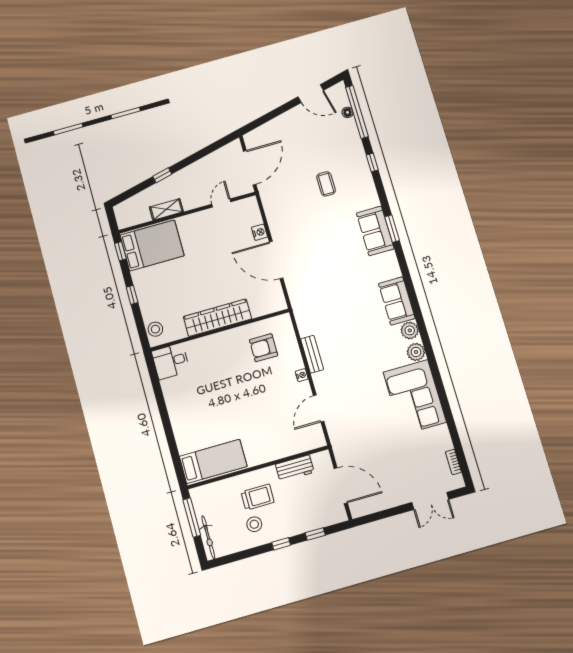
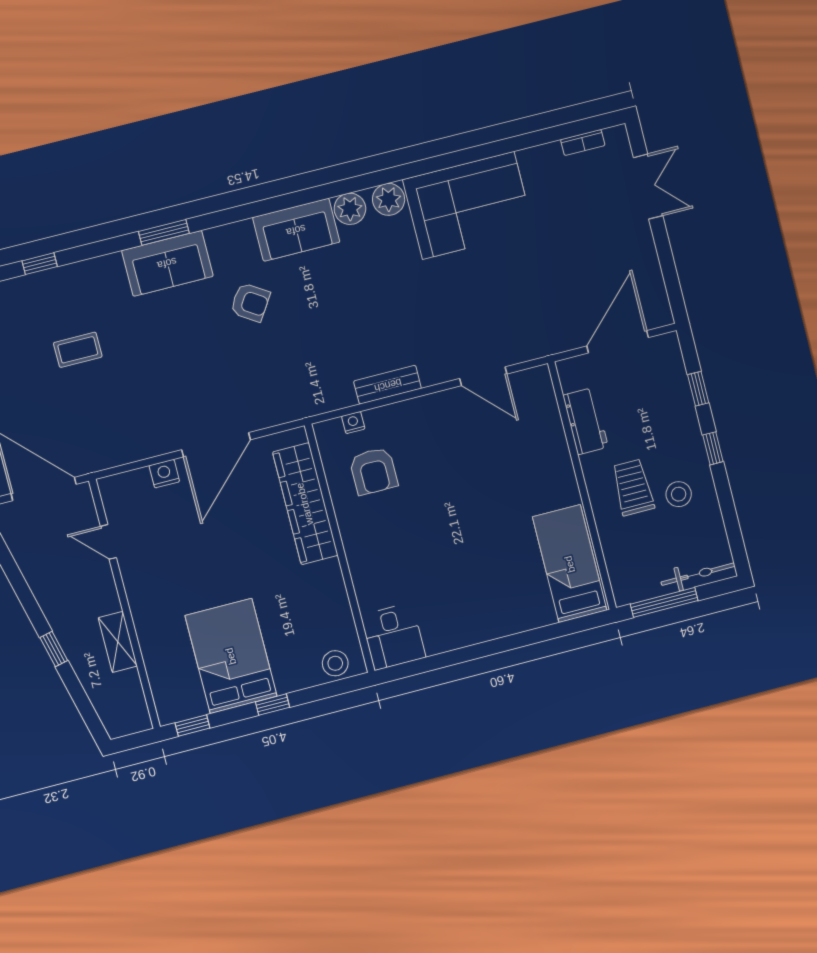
bed: (152, 245) -> (231, 656), moved
armchair: (355, 277) -> (250, 302), added
wardrobe: (217, 318) -> (305, 504), moved
nightstand: (302, 375) -> (353, 423), moved

